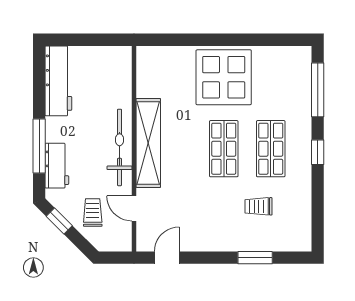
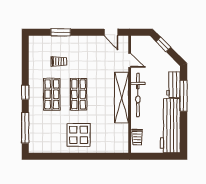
display table: (224, 77) -> (79, 135), width x0.73, depth x0.73
workbench: (58, 81) -> (170, 126), width x1.36, depth x1.32
trolley: (93, 213) -> (137, 137), moved
window: (59, 221) -> (163, 44), moved
door: (167, 258) -> (111, 32), hinge flipped

